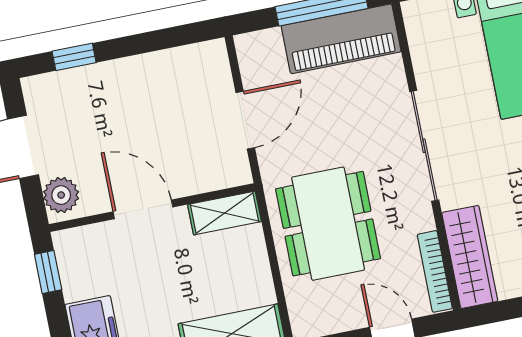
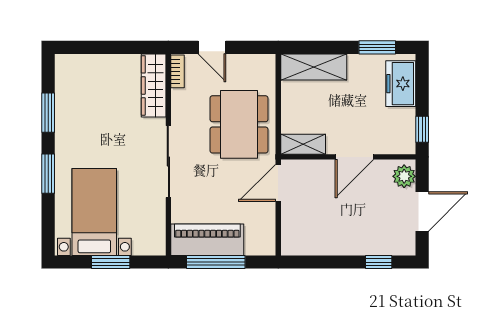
door: (245, 120) -> (278, 183), moved
door: (143, 209) -> (354, 157), hinge flipped
bookcase: (435, 271) -> (178, 71), width x0.64

